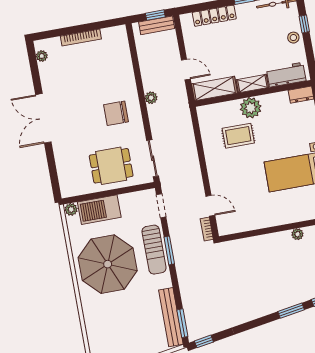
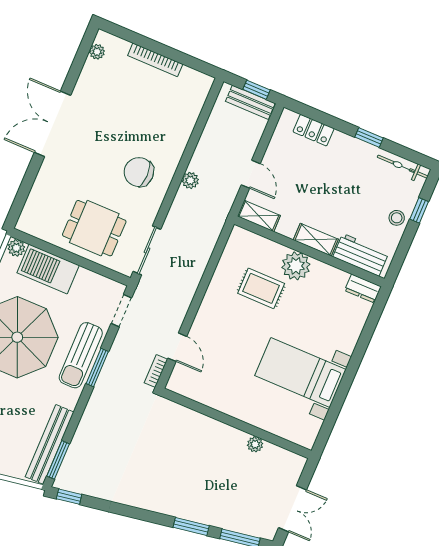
locker: (214, 16) -> (314, 130), width x0.66
shelving: (214, 88) -> (259, 216), width x0.67, depth x0.75

